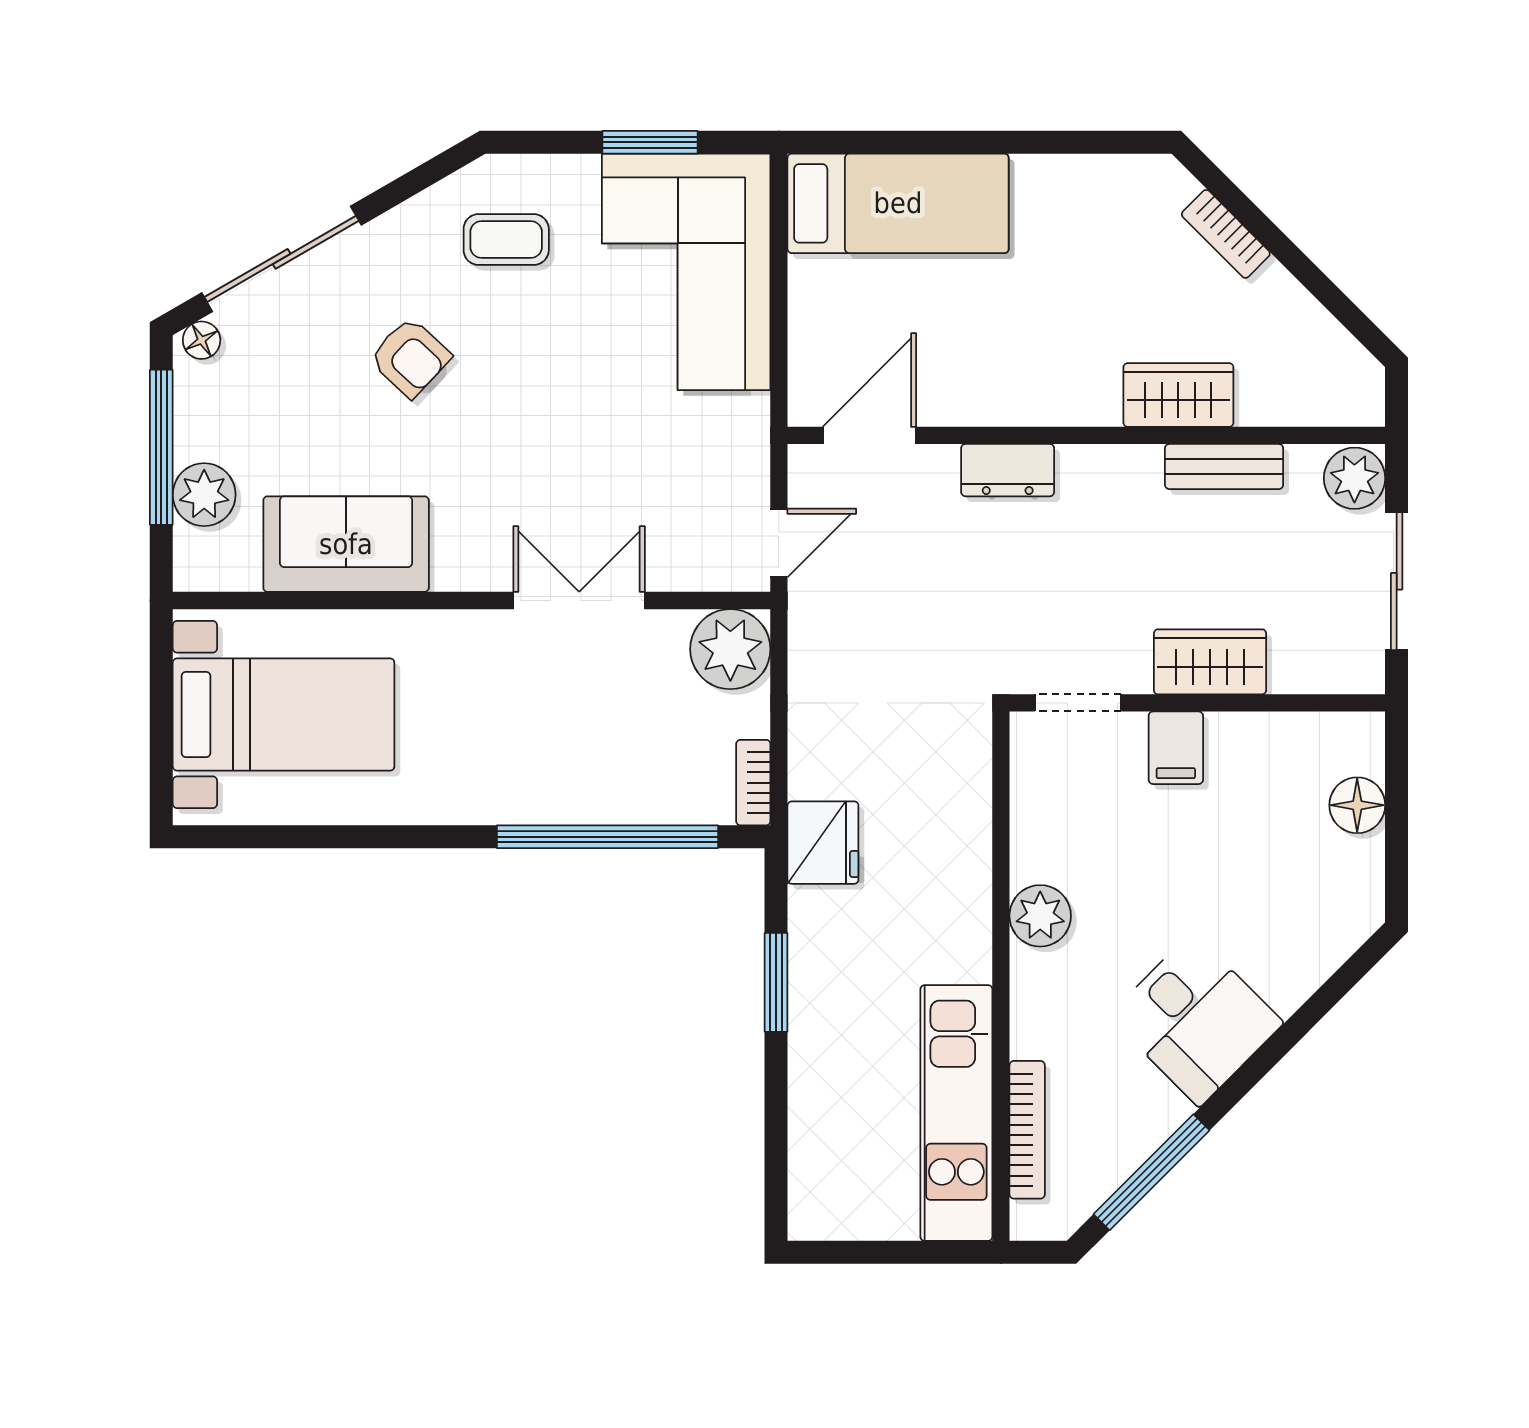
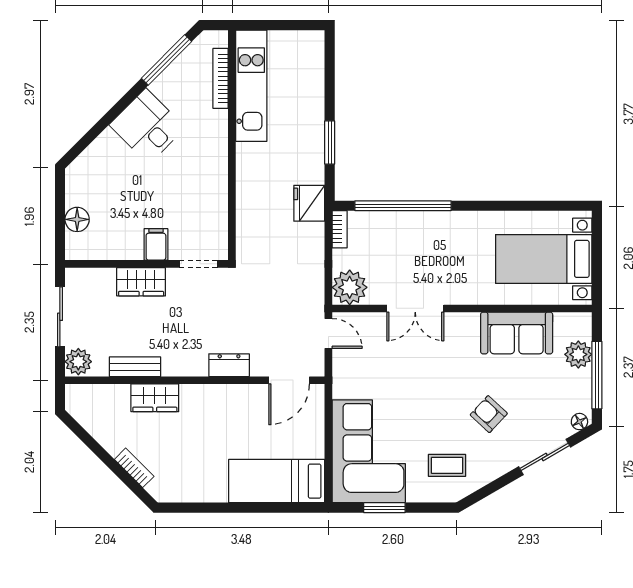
sliding door: (282, 259) -> (545, 457), width x0.73
door: (779, 543) -> (328, 333), swing flipped
plant: (1040, 916) -> (215, 171), removed

